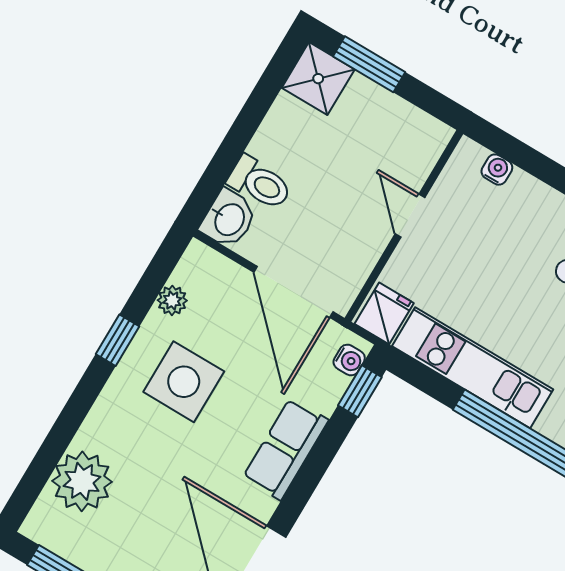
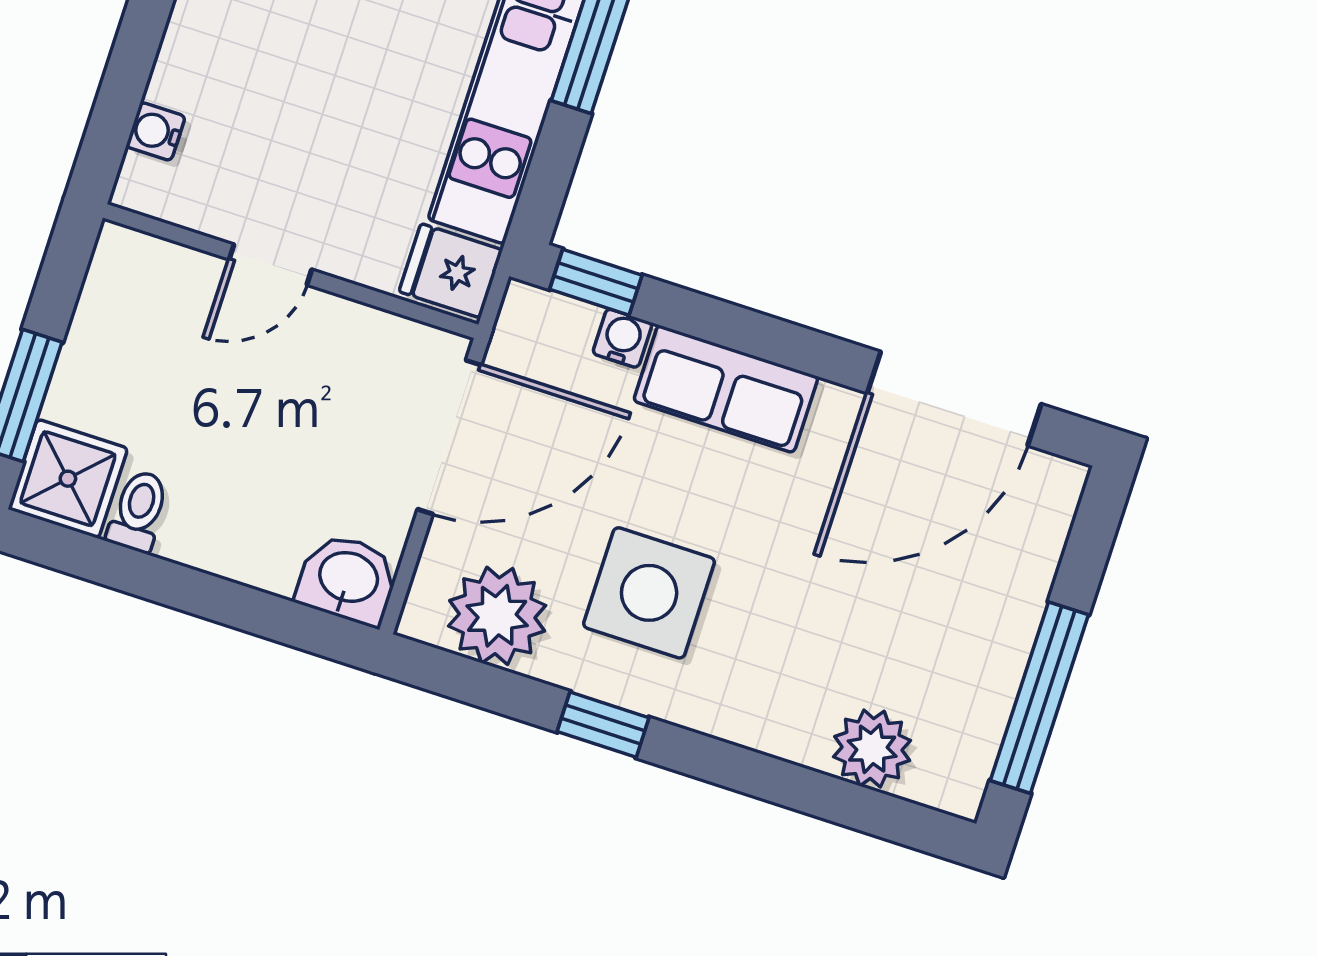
toilet: (260, 183) -> (138, 511), moved, width x0.73, depth x0.72
plant: (172, 300) -> (497, 616), width x1.88, depth x1.88
water cooler: (349, 360) -> (622, 338), moved
plant: (82, 481) -> (872, 749), width x0.73, depth x0.73

